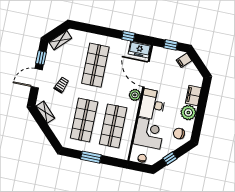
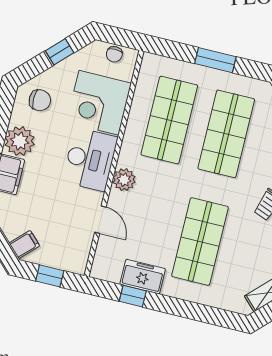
freezer: (140, 50) -> (143, 277), moved
door: (146, 74) -> (100, 220), width x0.53

